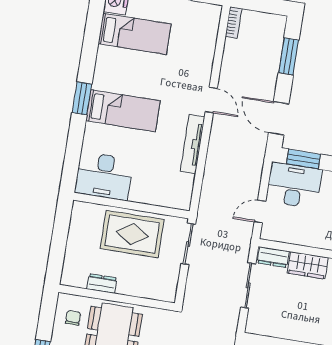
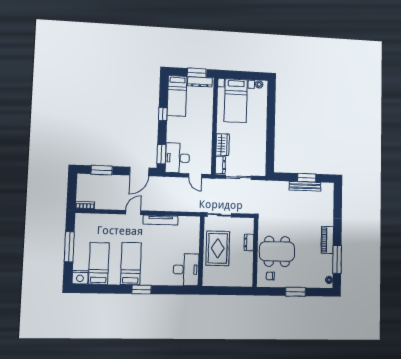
bed: (123, 111) -> (131, 264), moved
dresser: (102, 284) -> (249, 242), moved

